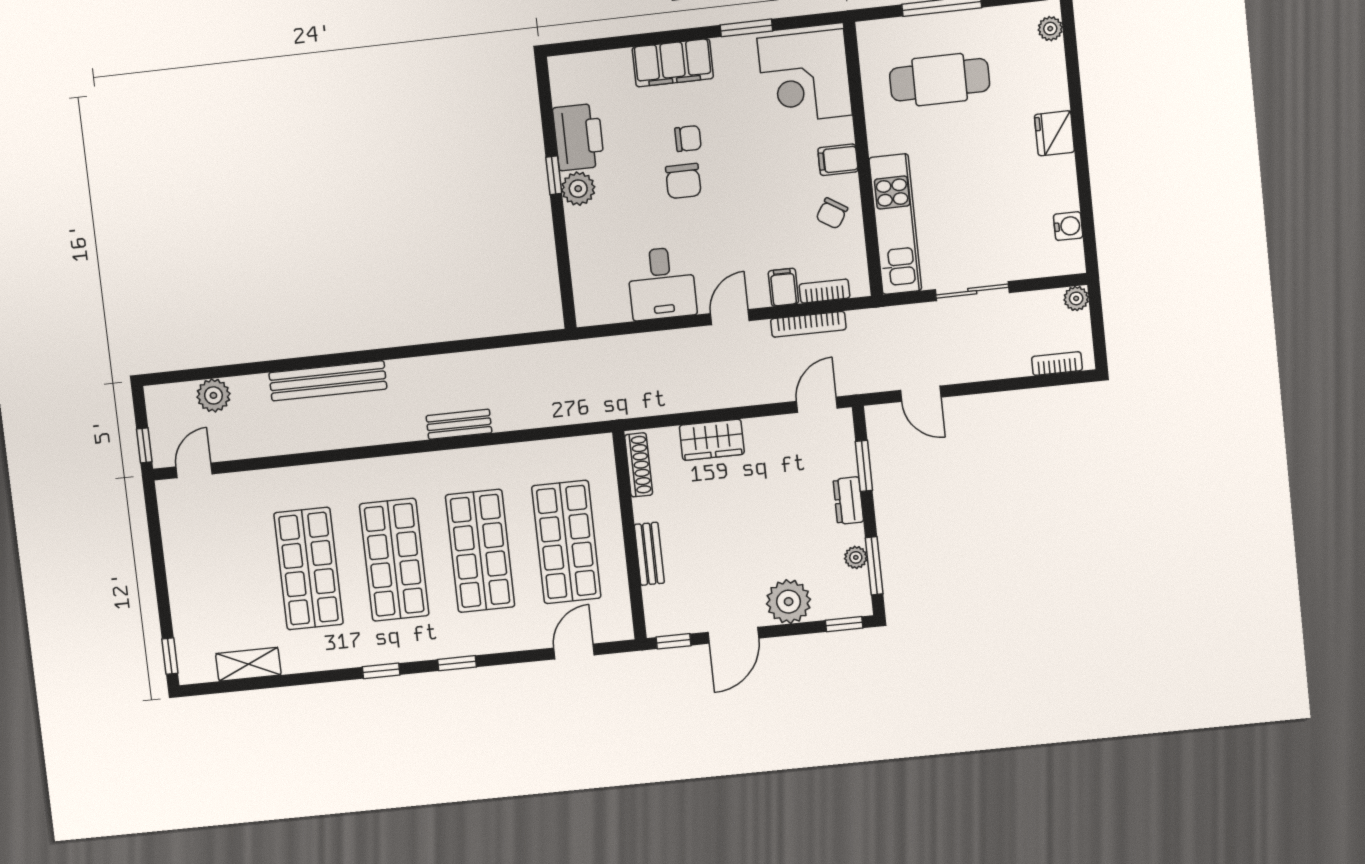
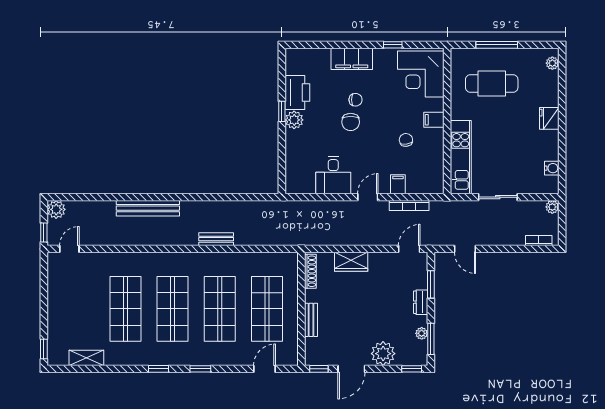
window: (746, 28) -> (393, 45), width x0.67
chair: (832, 213) -> (406, 140), moved, turned 141
bookcase: (825, 291) -> (420, 189), removed
plant: (213, 395) -> (56, 209), moved

